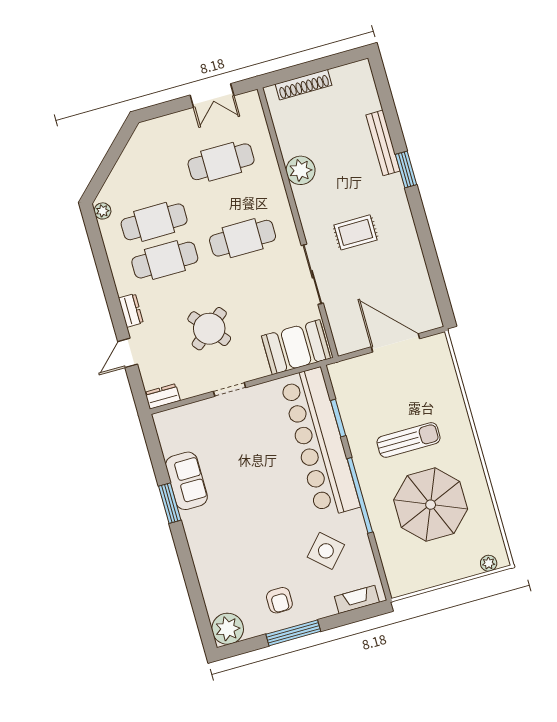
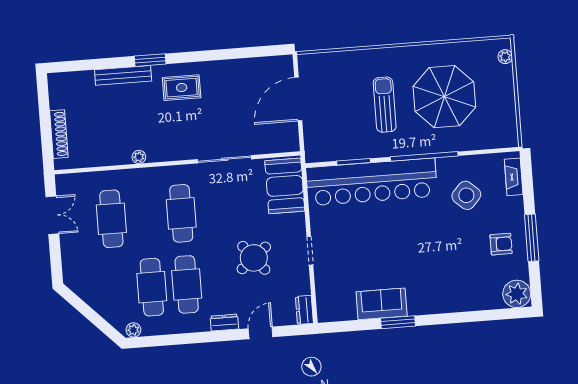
plant: (301, 170) -> (139, 157), width x0.53, depth x0.53
rug: (356, 232) -> (182, 88), moved, turned 90
door: (128, 353) -> (261, 333), swing flipped

